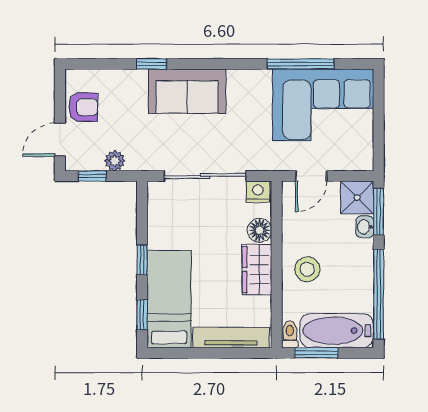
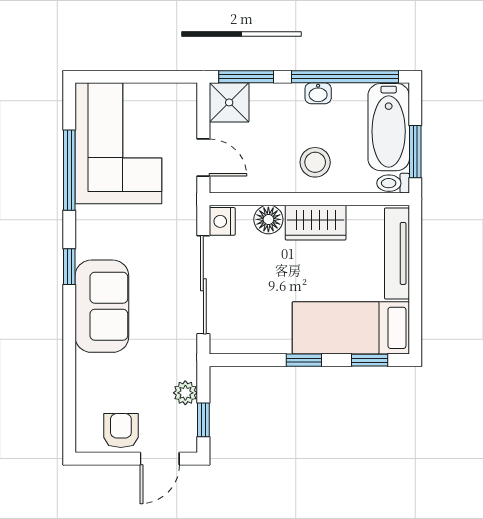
window: (152, 64) -> (69, 267), moved
door: (60, 140) -> (160, 459), hinge flipped
washbasin: (365, 227) -> (318, 93), moved

